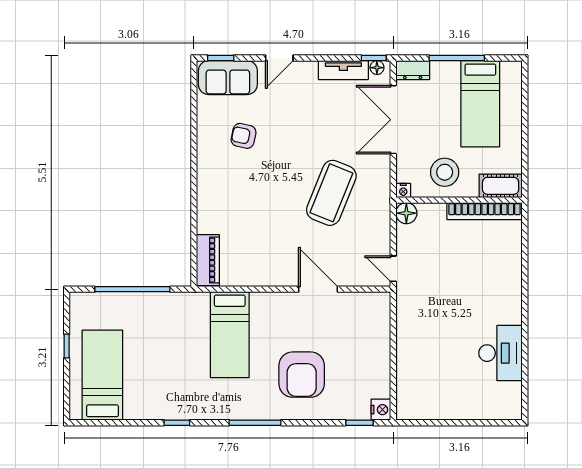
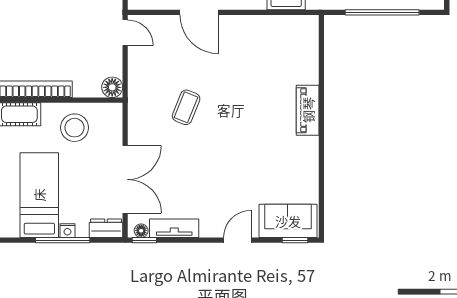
armchair: (244, 136) -> (273, 163), removed
nightstand: (403, 191) -> (67, 231), moved, turned 180
coffee table: (331, 193) -> (186, 107), width x0.54, depth x0.58
piano: (208, 260) -> (308, 110), moved

